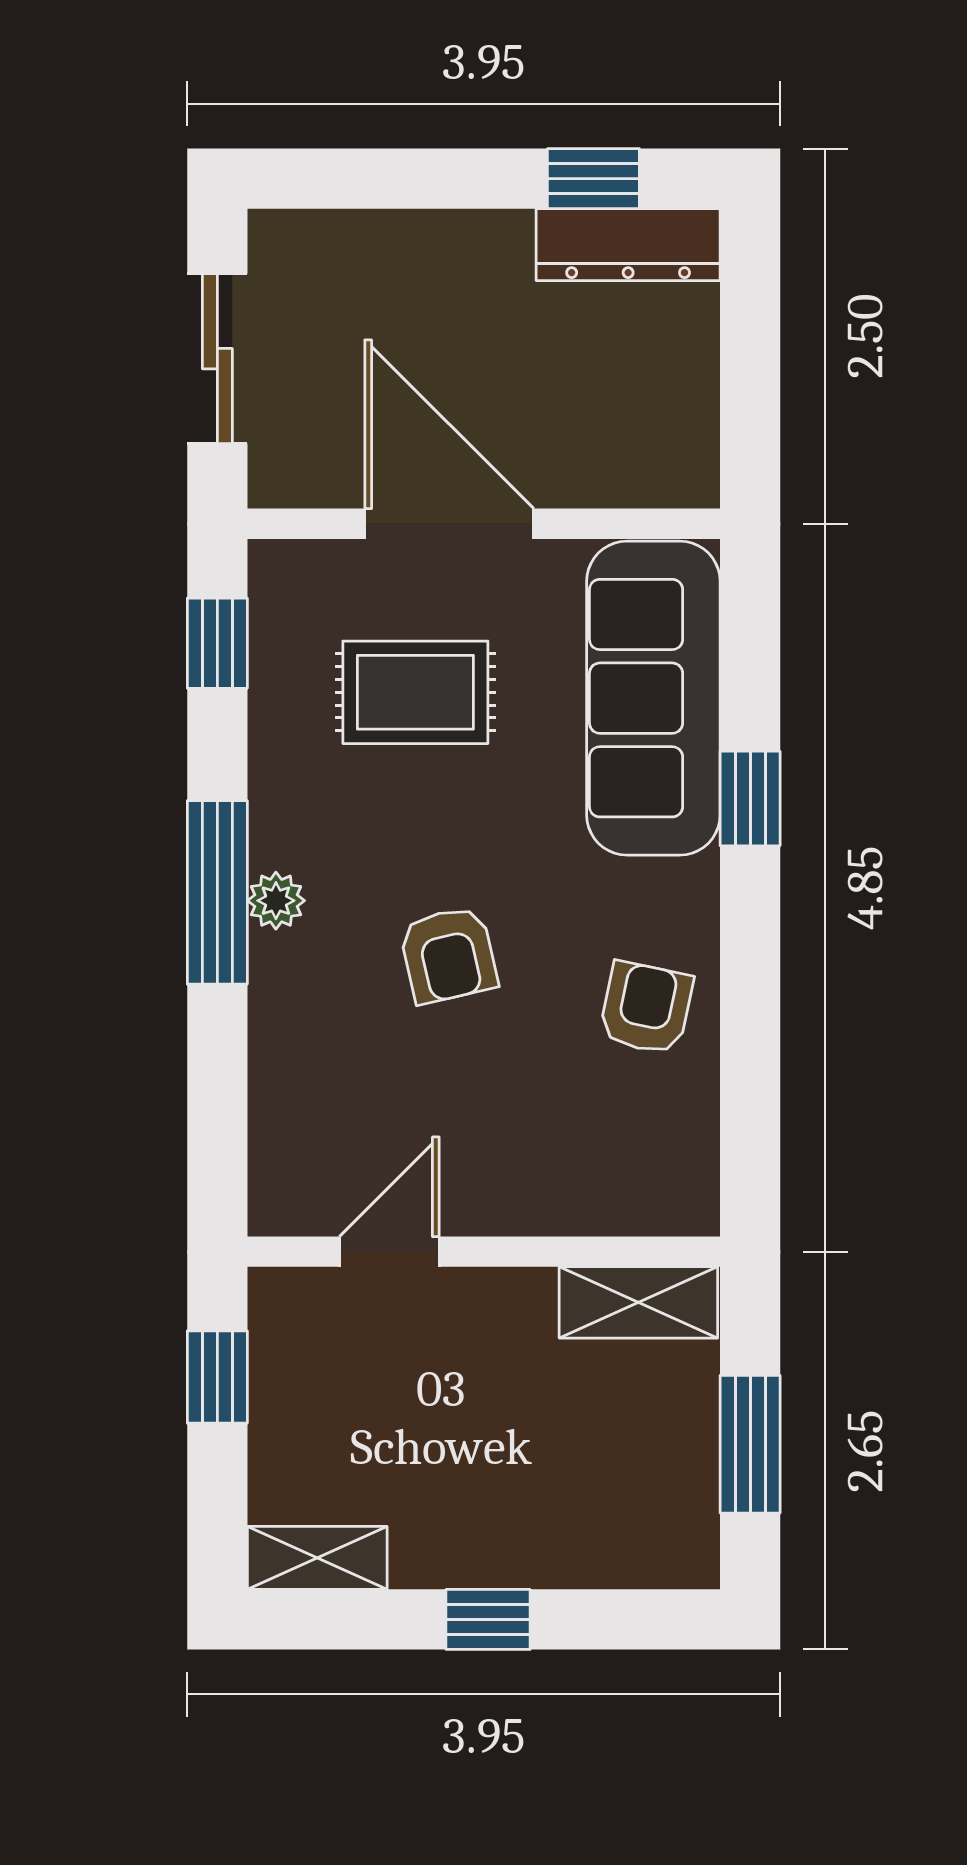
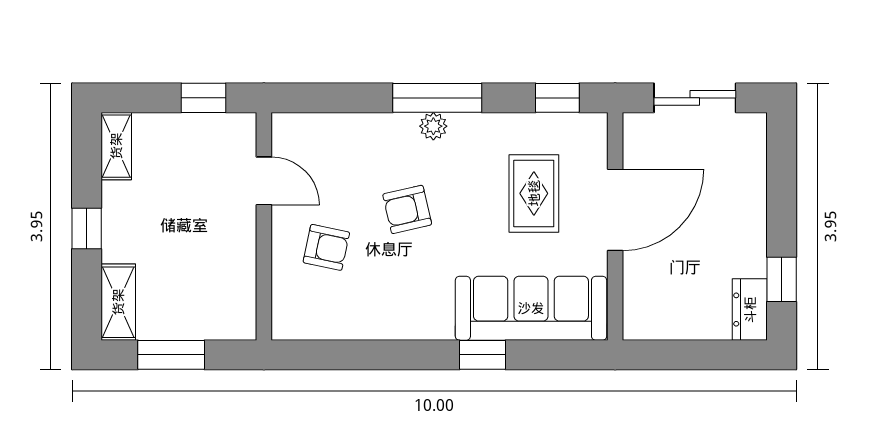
dresser: (628, 245) -> (750, 310), width x0.70
armchair: (646, 1008) -> (326, 247), moved
shelving: (638, 1302) -> (118, 302), moved

